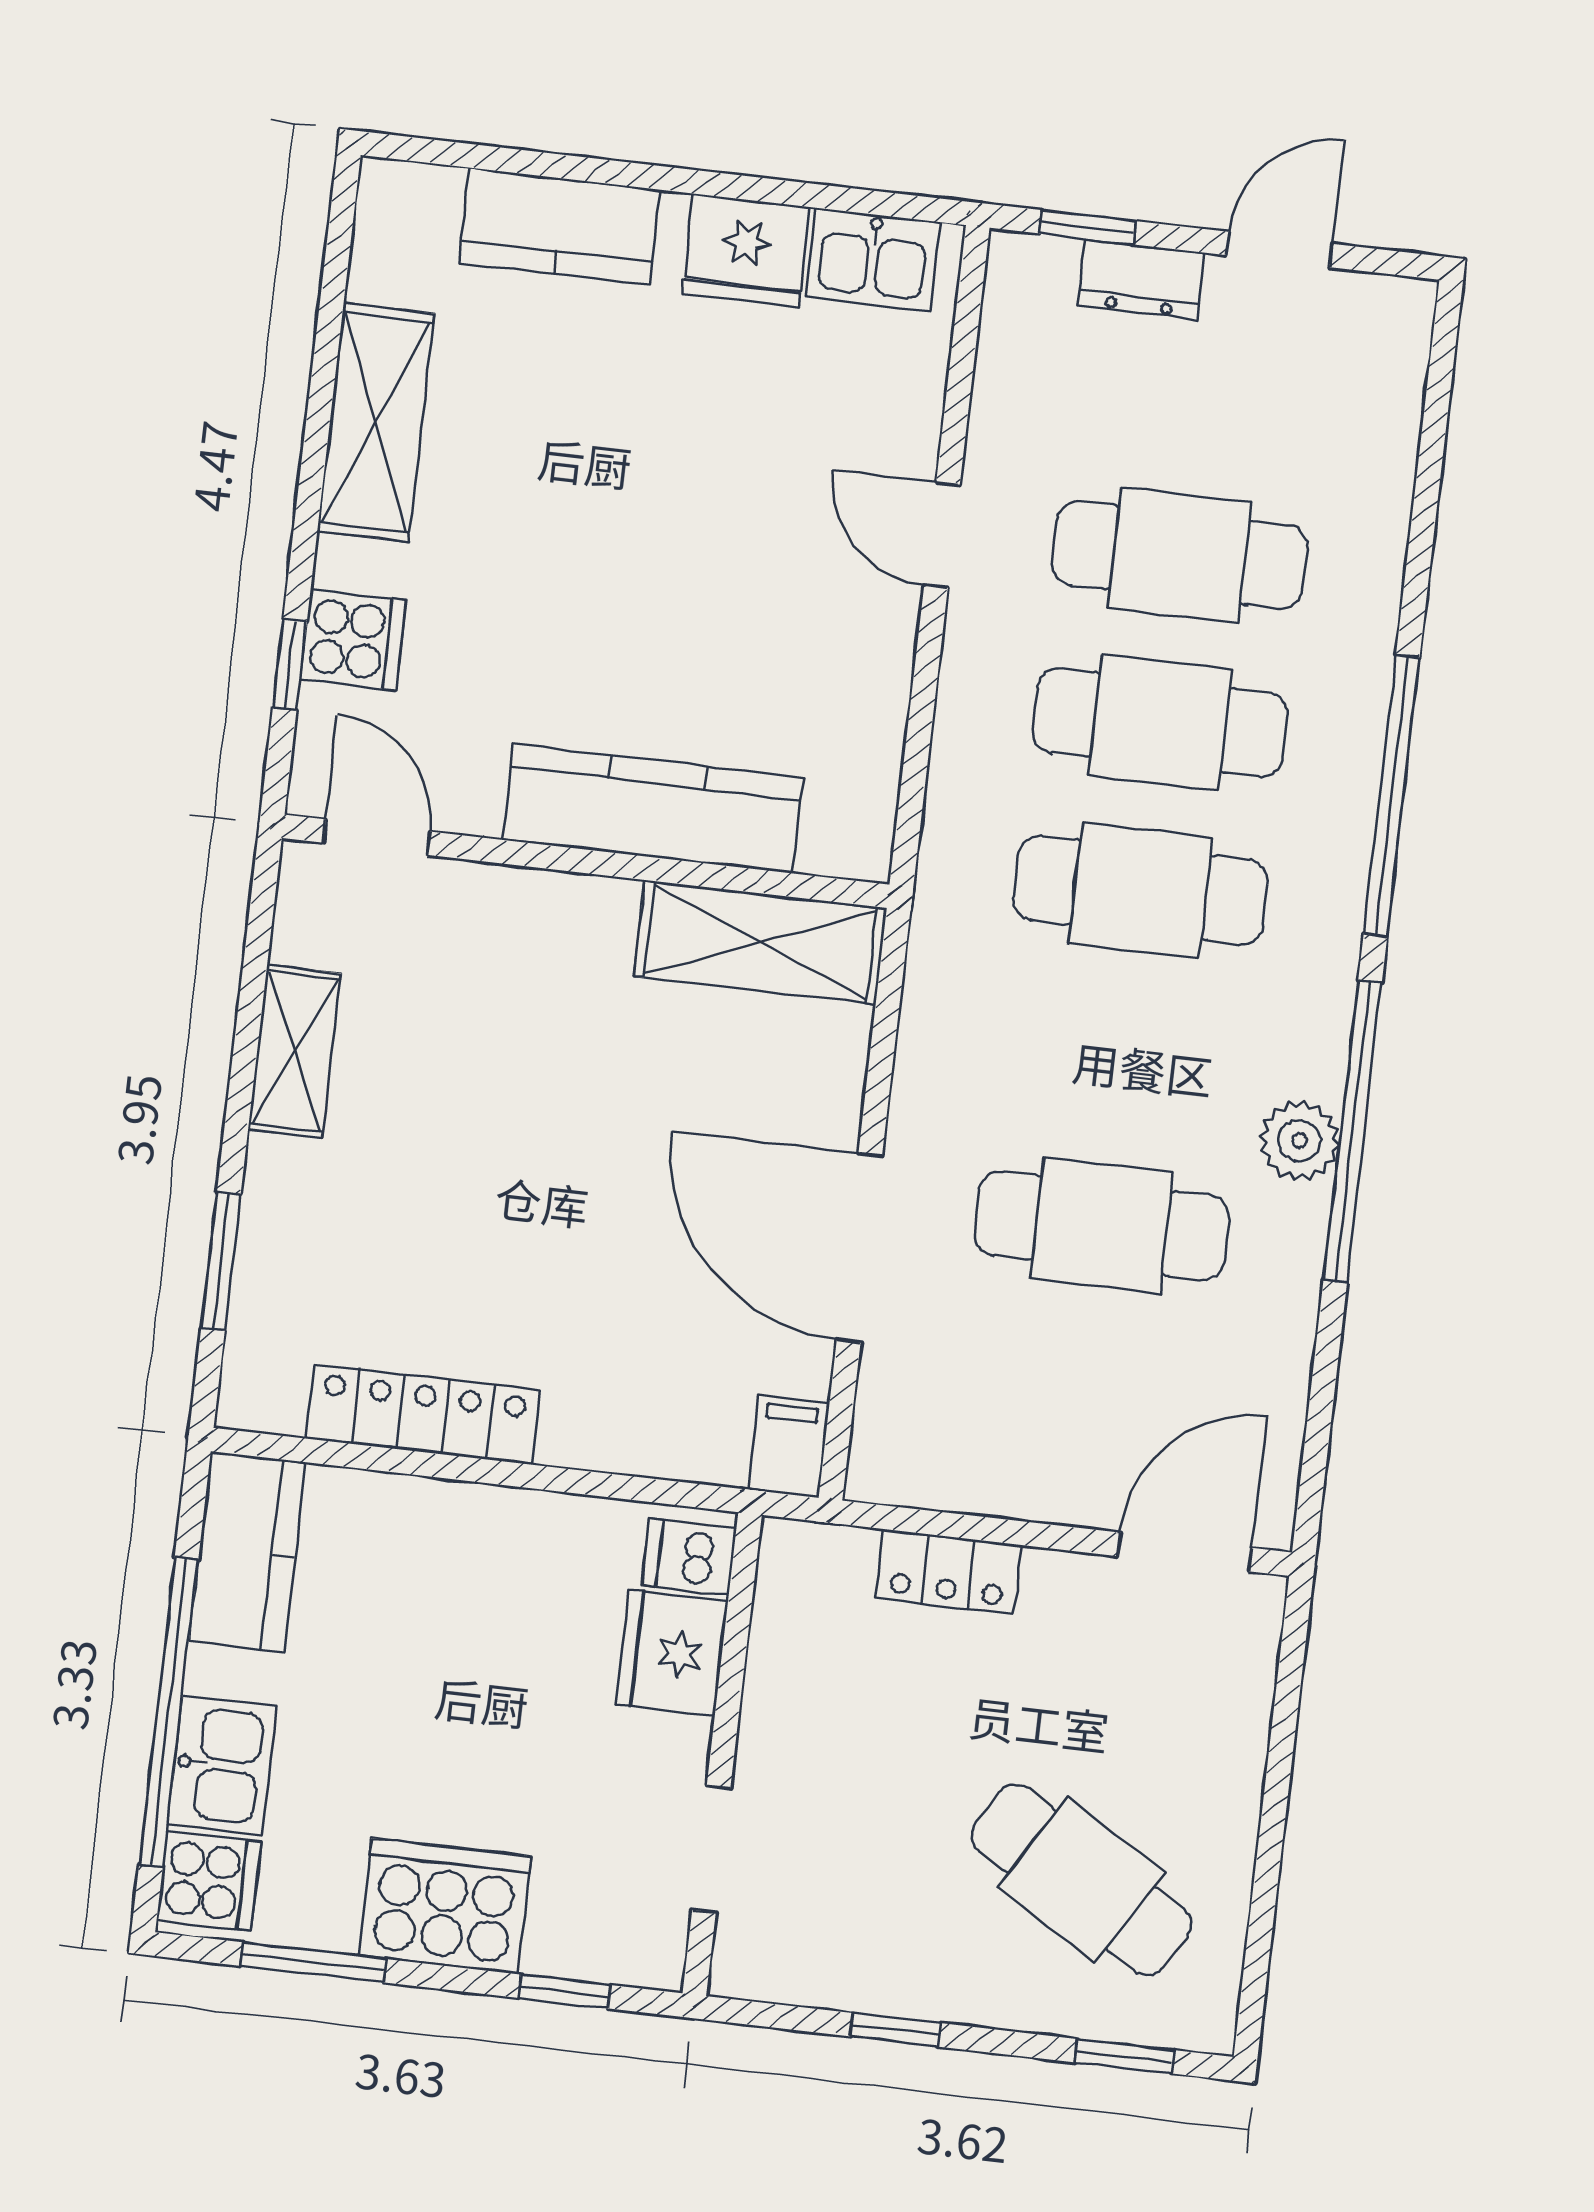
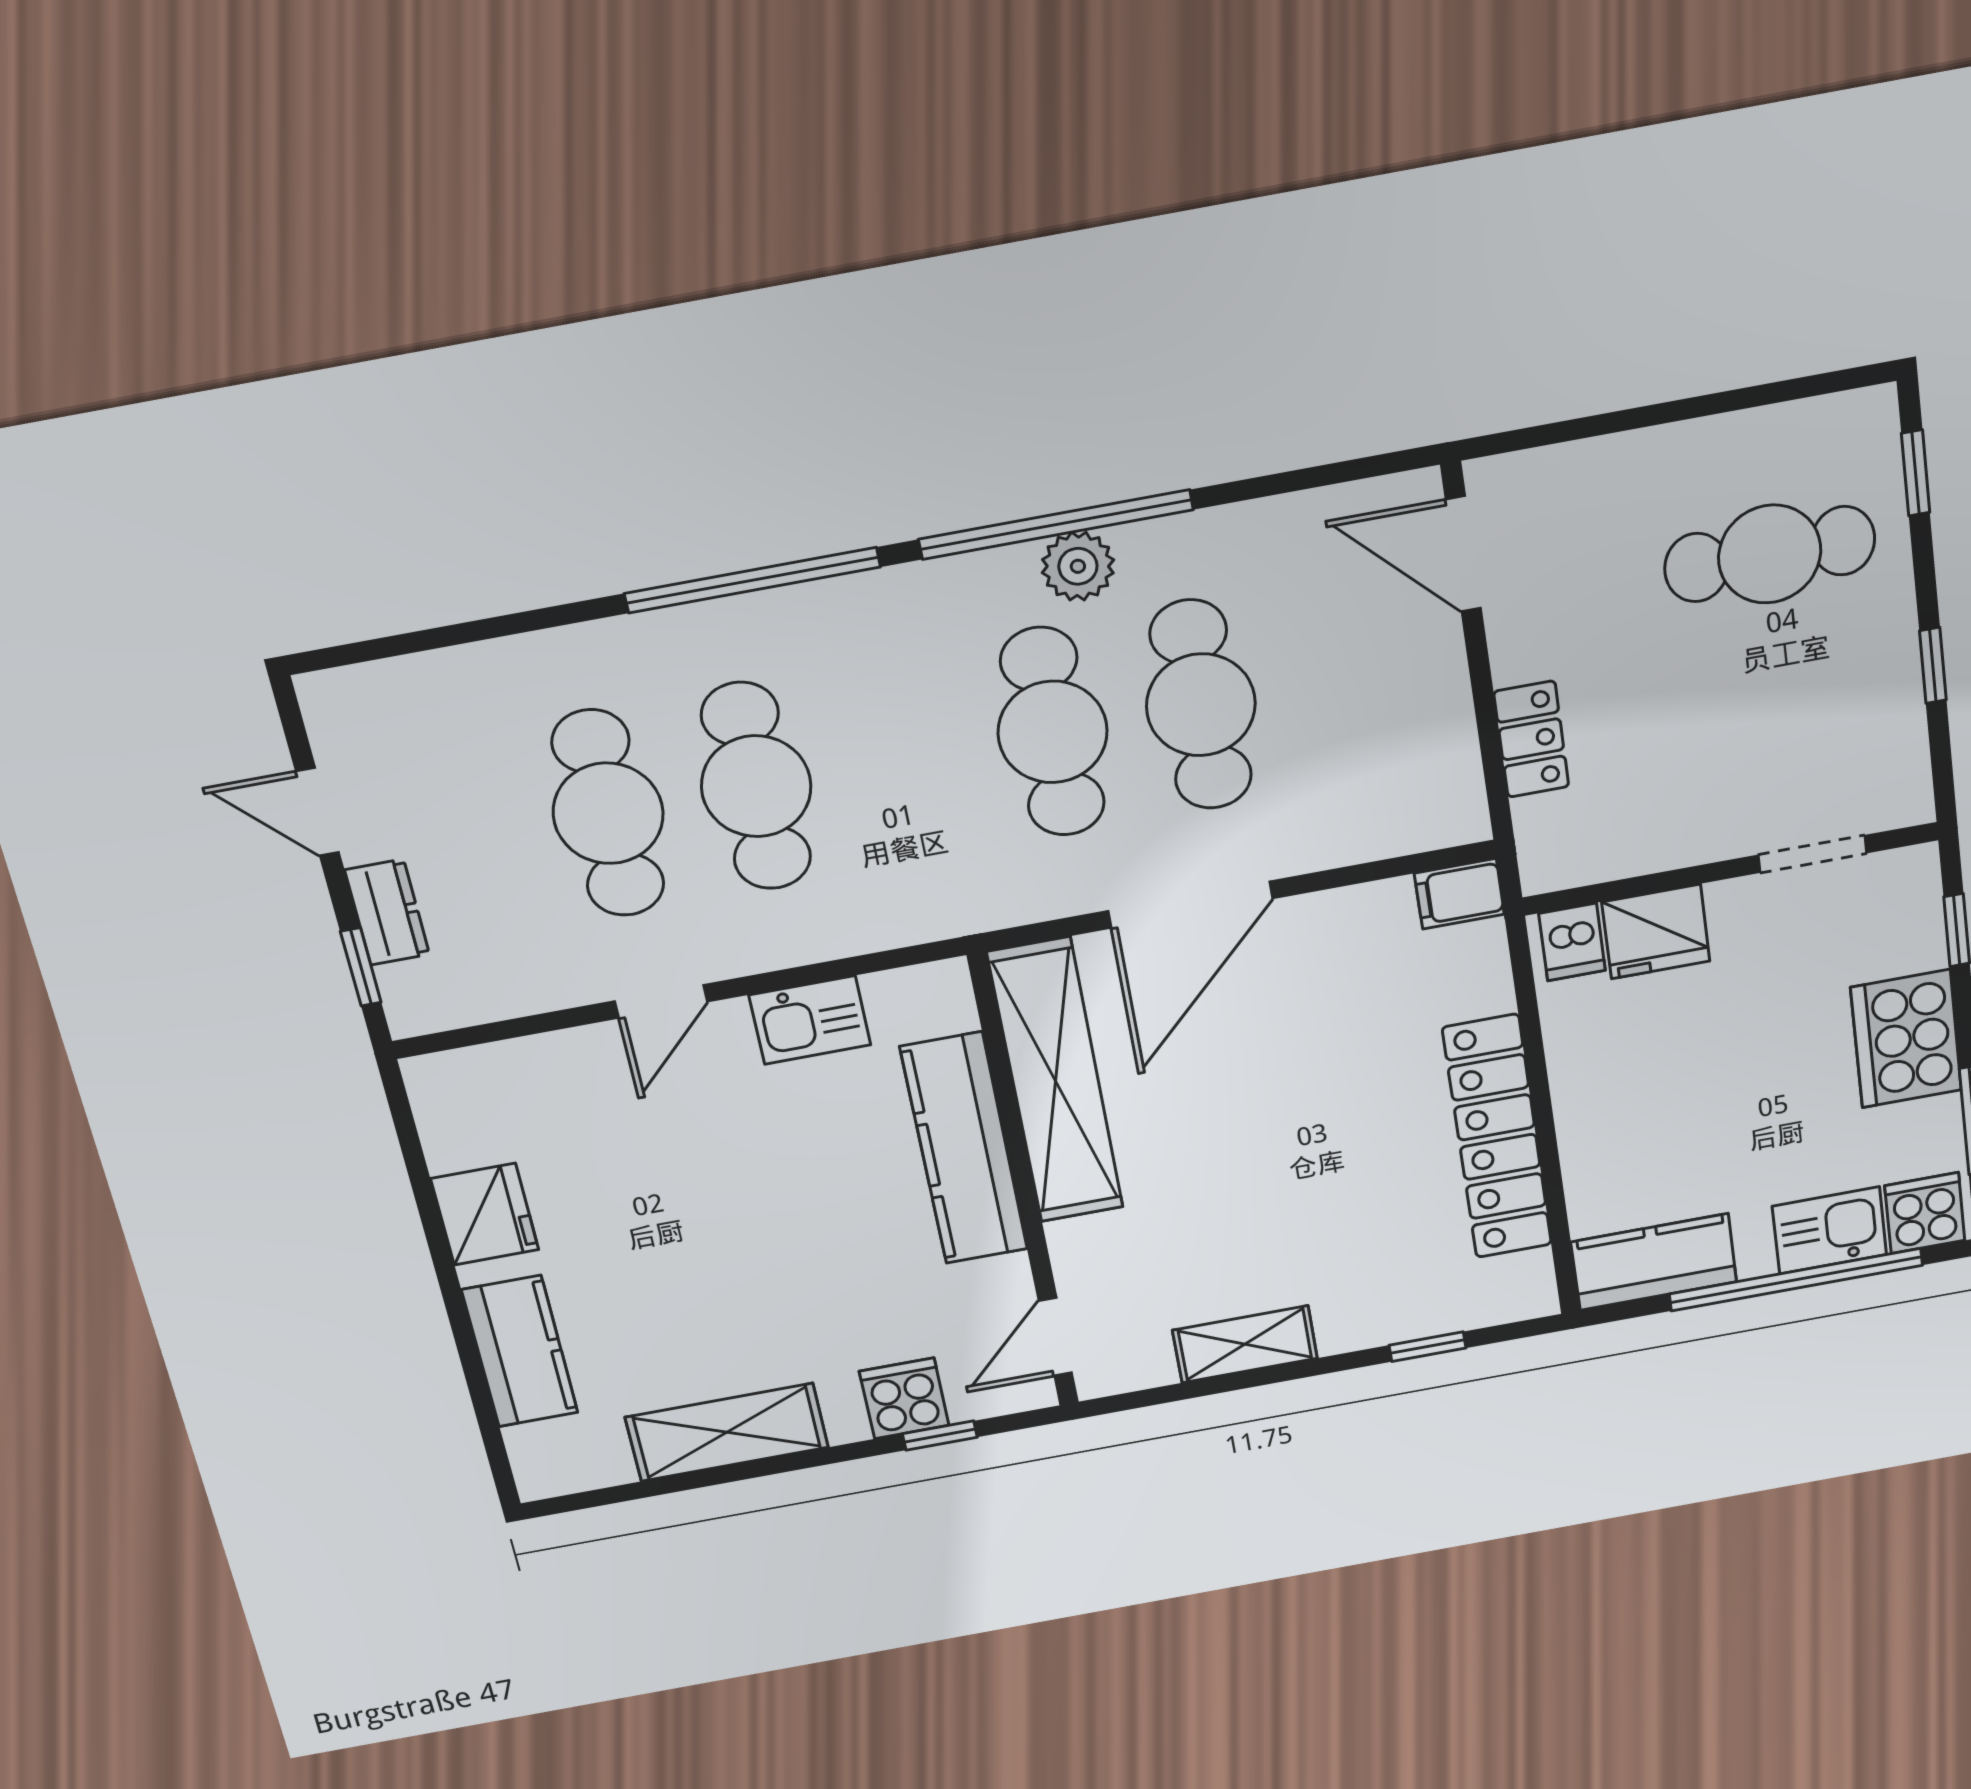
kitchen sink: (873, 260) -> (810, 1020), moved, turned 90
cafe table: (1141, 890) -> (1053, 732), moved
shelving: (760, 942) -> (1056, 1081), width x1.47
door: (859, 1248) -> (1190, 905), moved
window: (221, 1261) -> (1427, 1347), width x0.67
locker: (423, 1414) -> (1497, 1137), width x1.41, depth x1.21
cafe table: (1081, 1880) -> (1770, 554), turned 59

